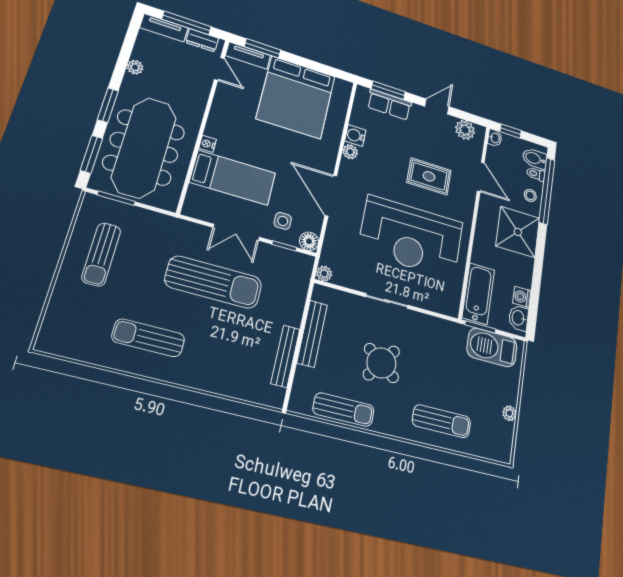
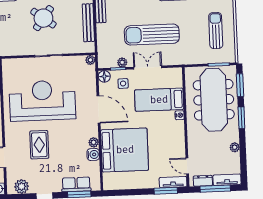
bed: (296, 97) -> (125, 150), moved, turned 90
rug: (429, 176) -> (39, 145), turned 90
plant: (275, 253) -> (122, 62), added

